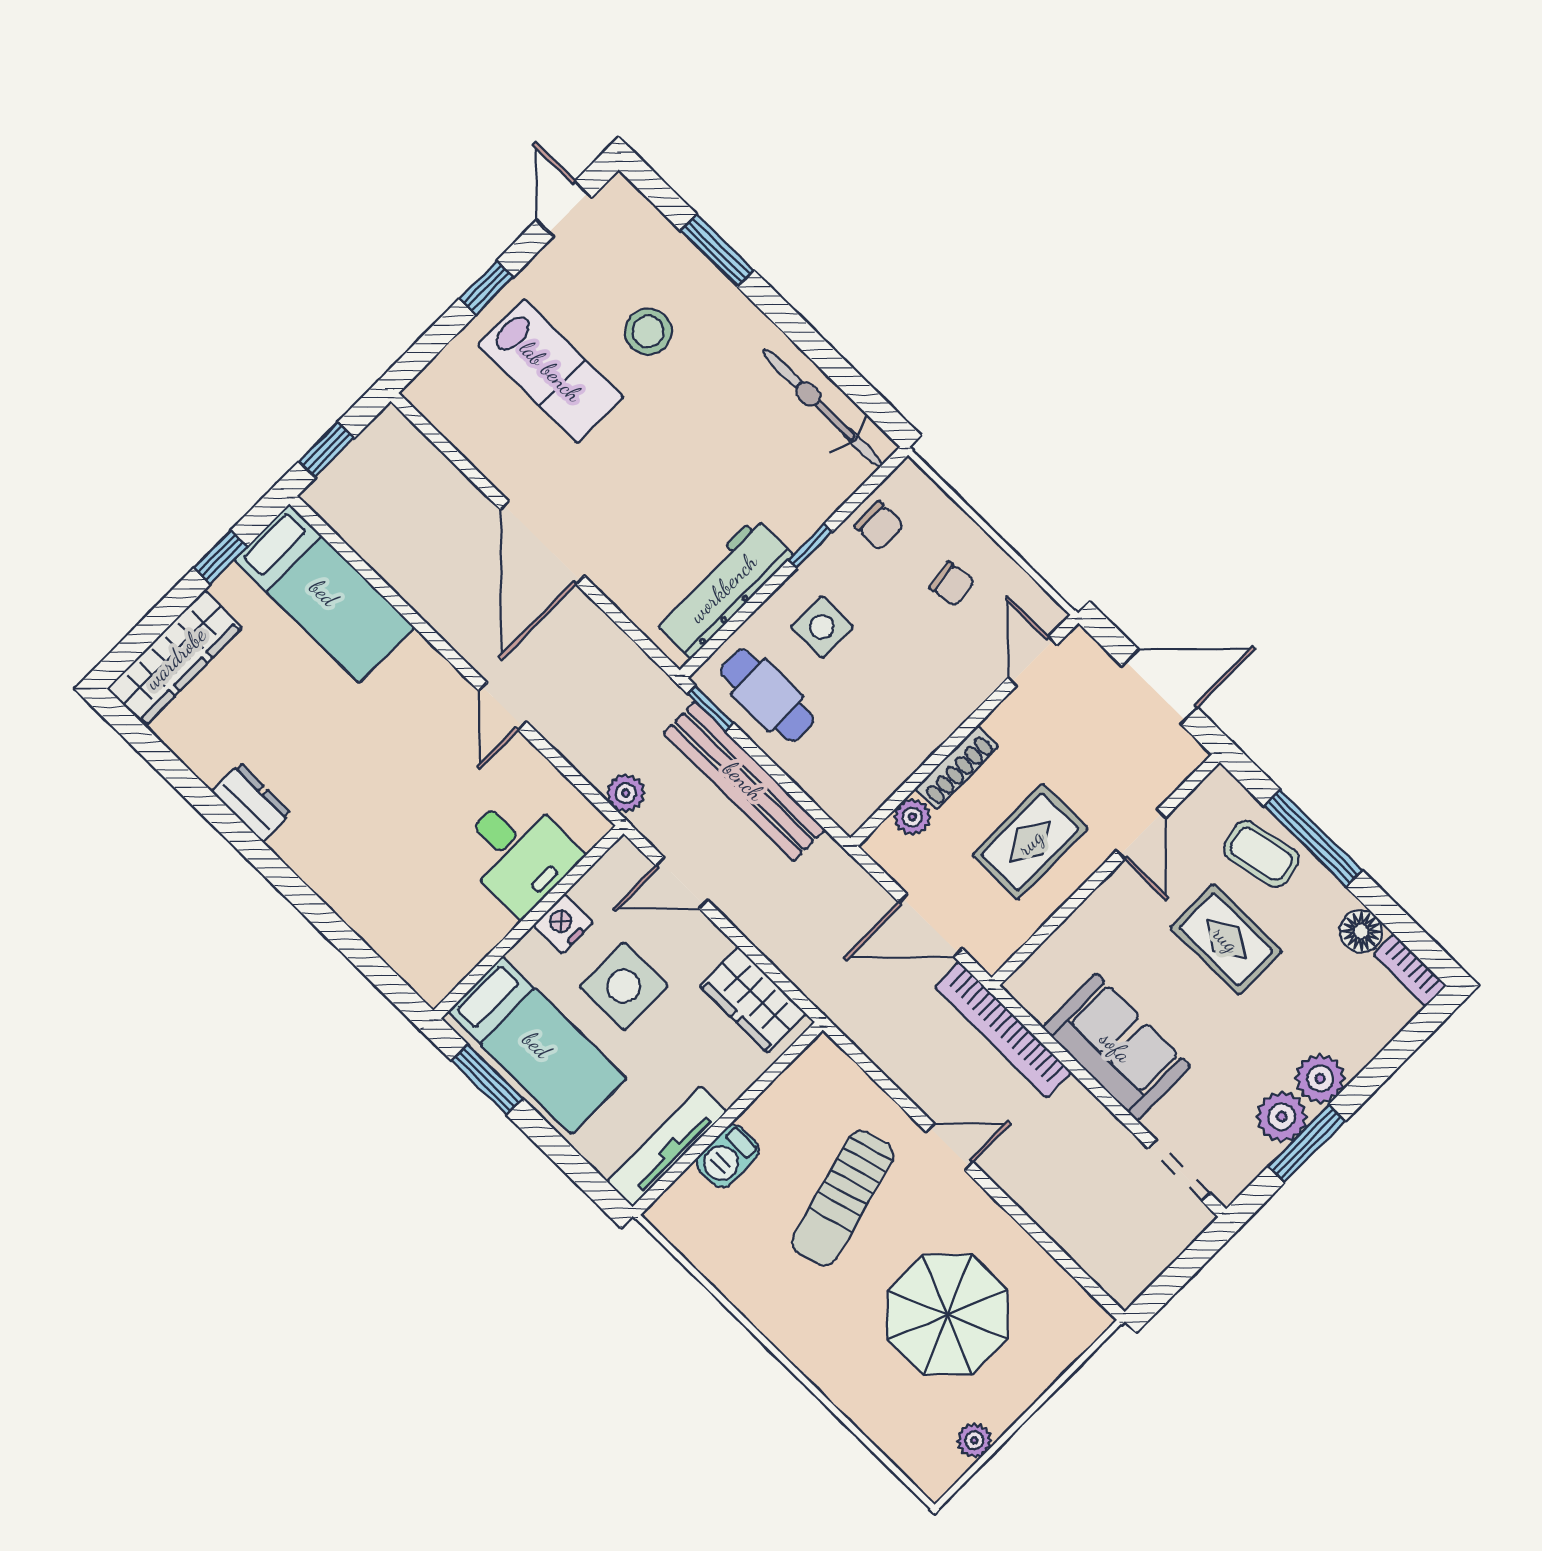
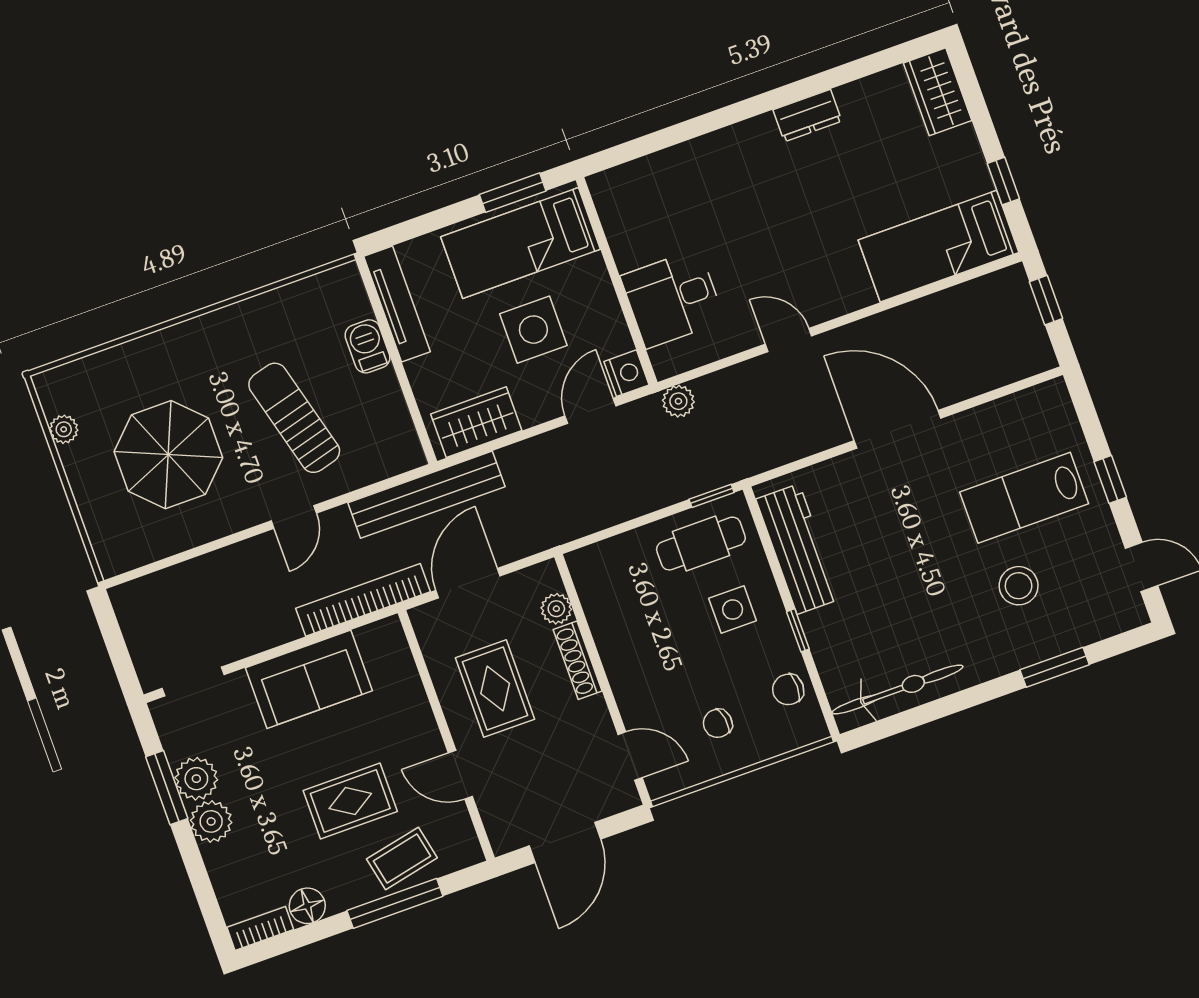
wardrobe: (175, 658) -> (938, 92), width x0.67
bench: (744, 781) -> (426, 495), moved
nightstand: (563, 924) -> (627, 373), moved

